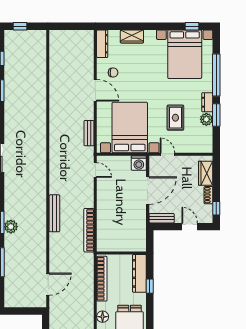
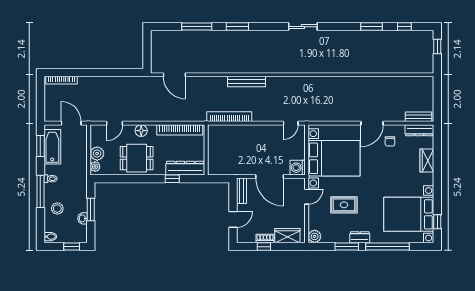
plant: (206, 119) -> (315, 236), moved
bench: (89, 133) -> (418, 117), moved
window: (216, 208) -> (264, 247), moved
plant: (11, 227) -> (233, 37), removed

